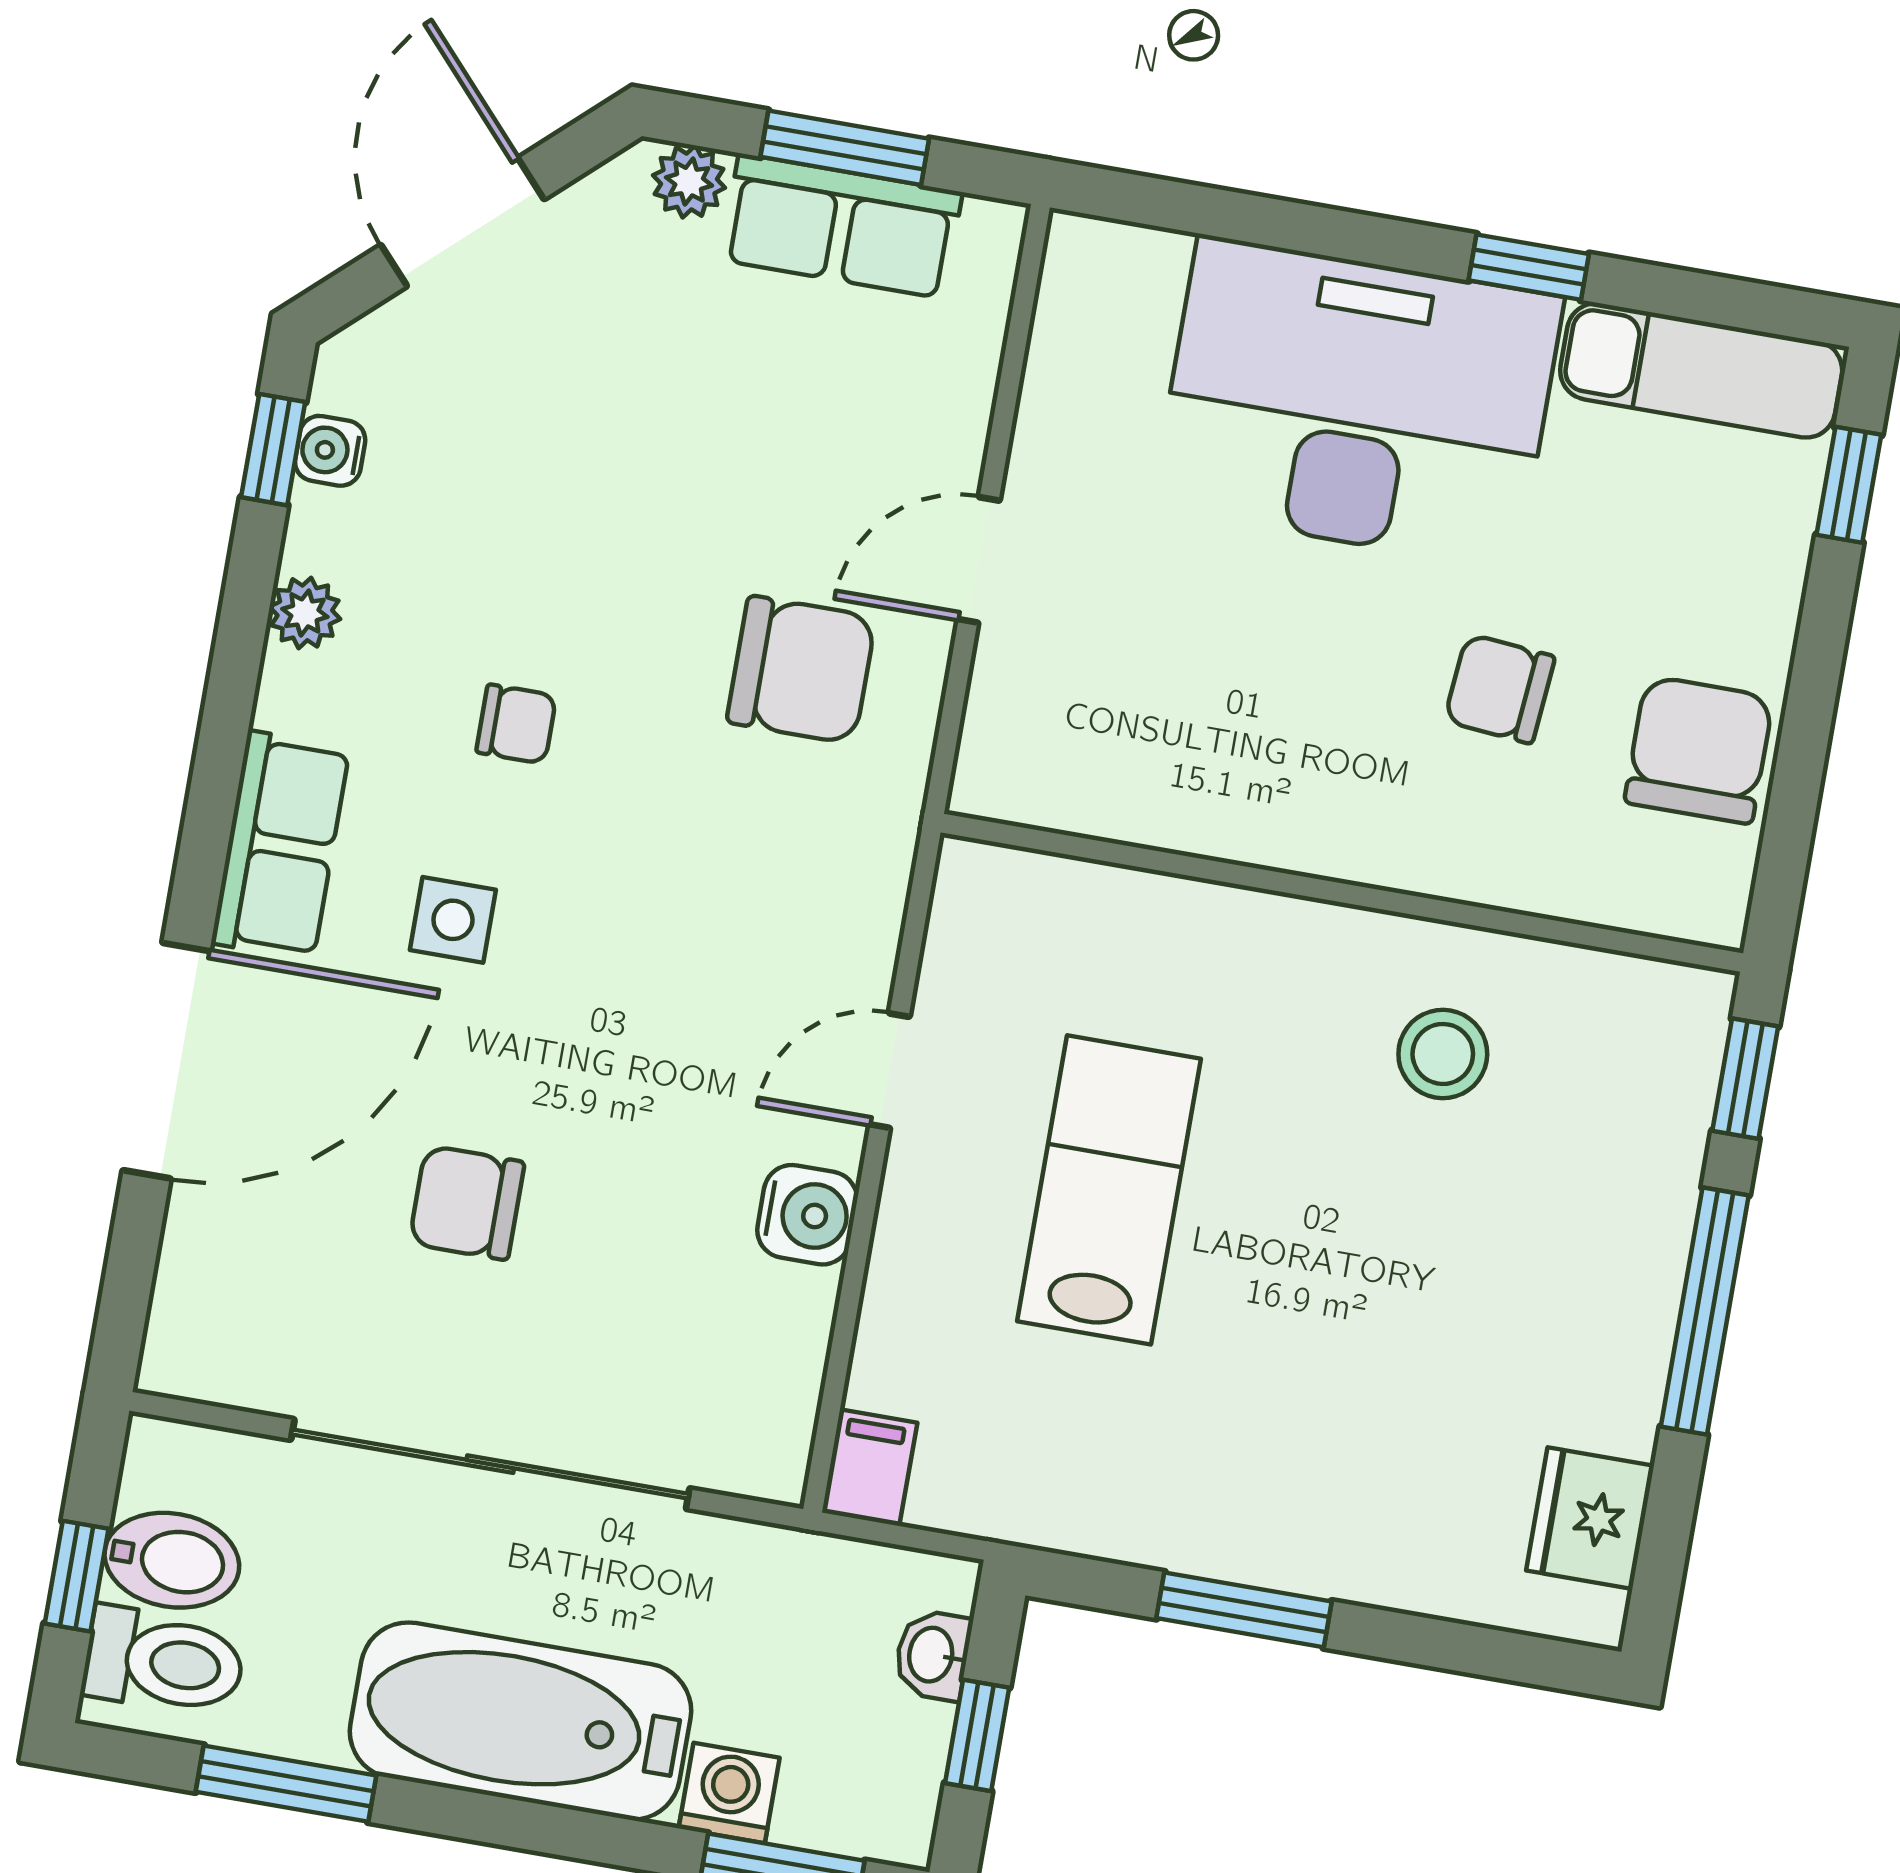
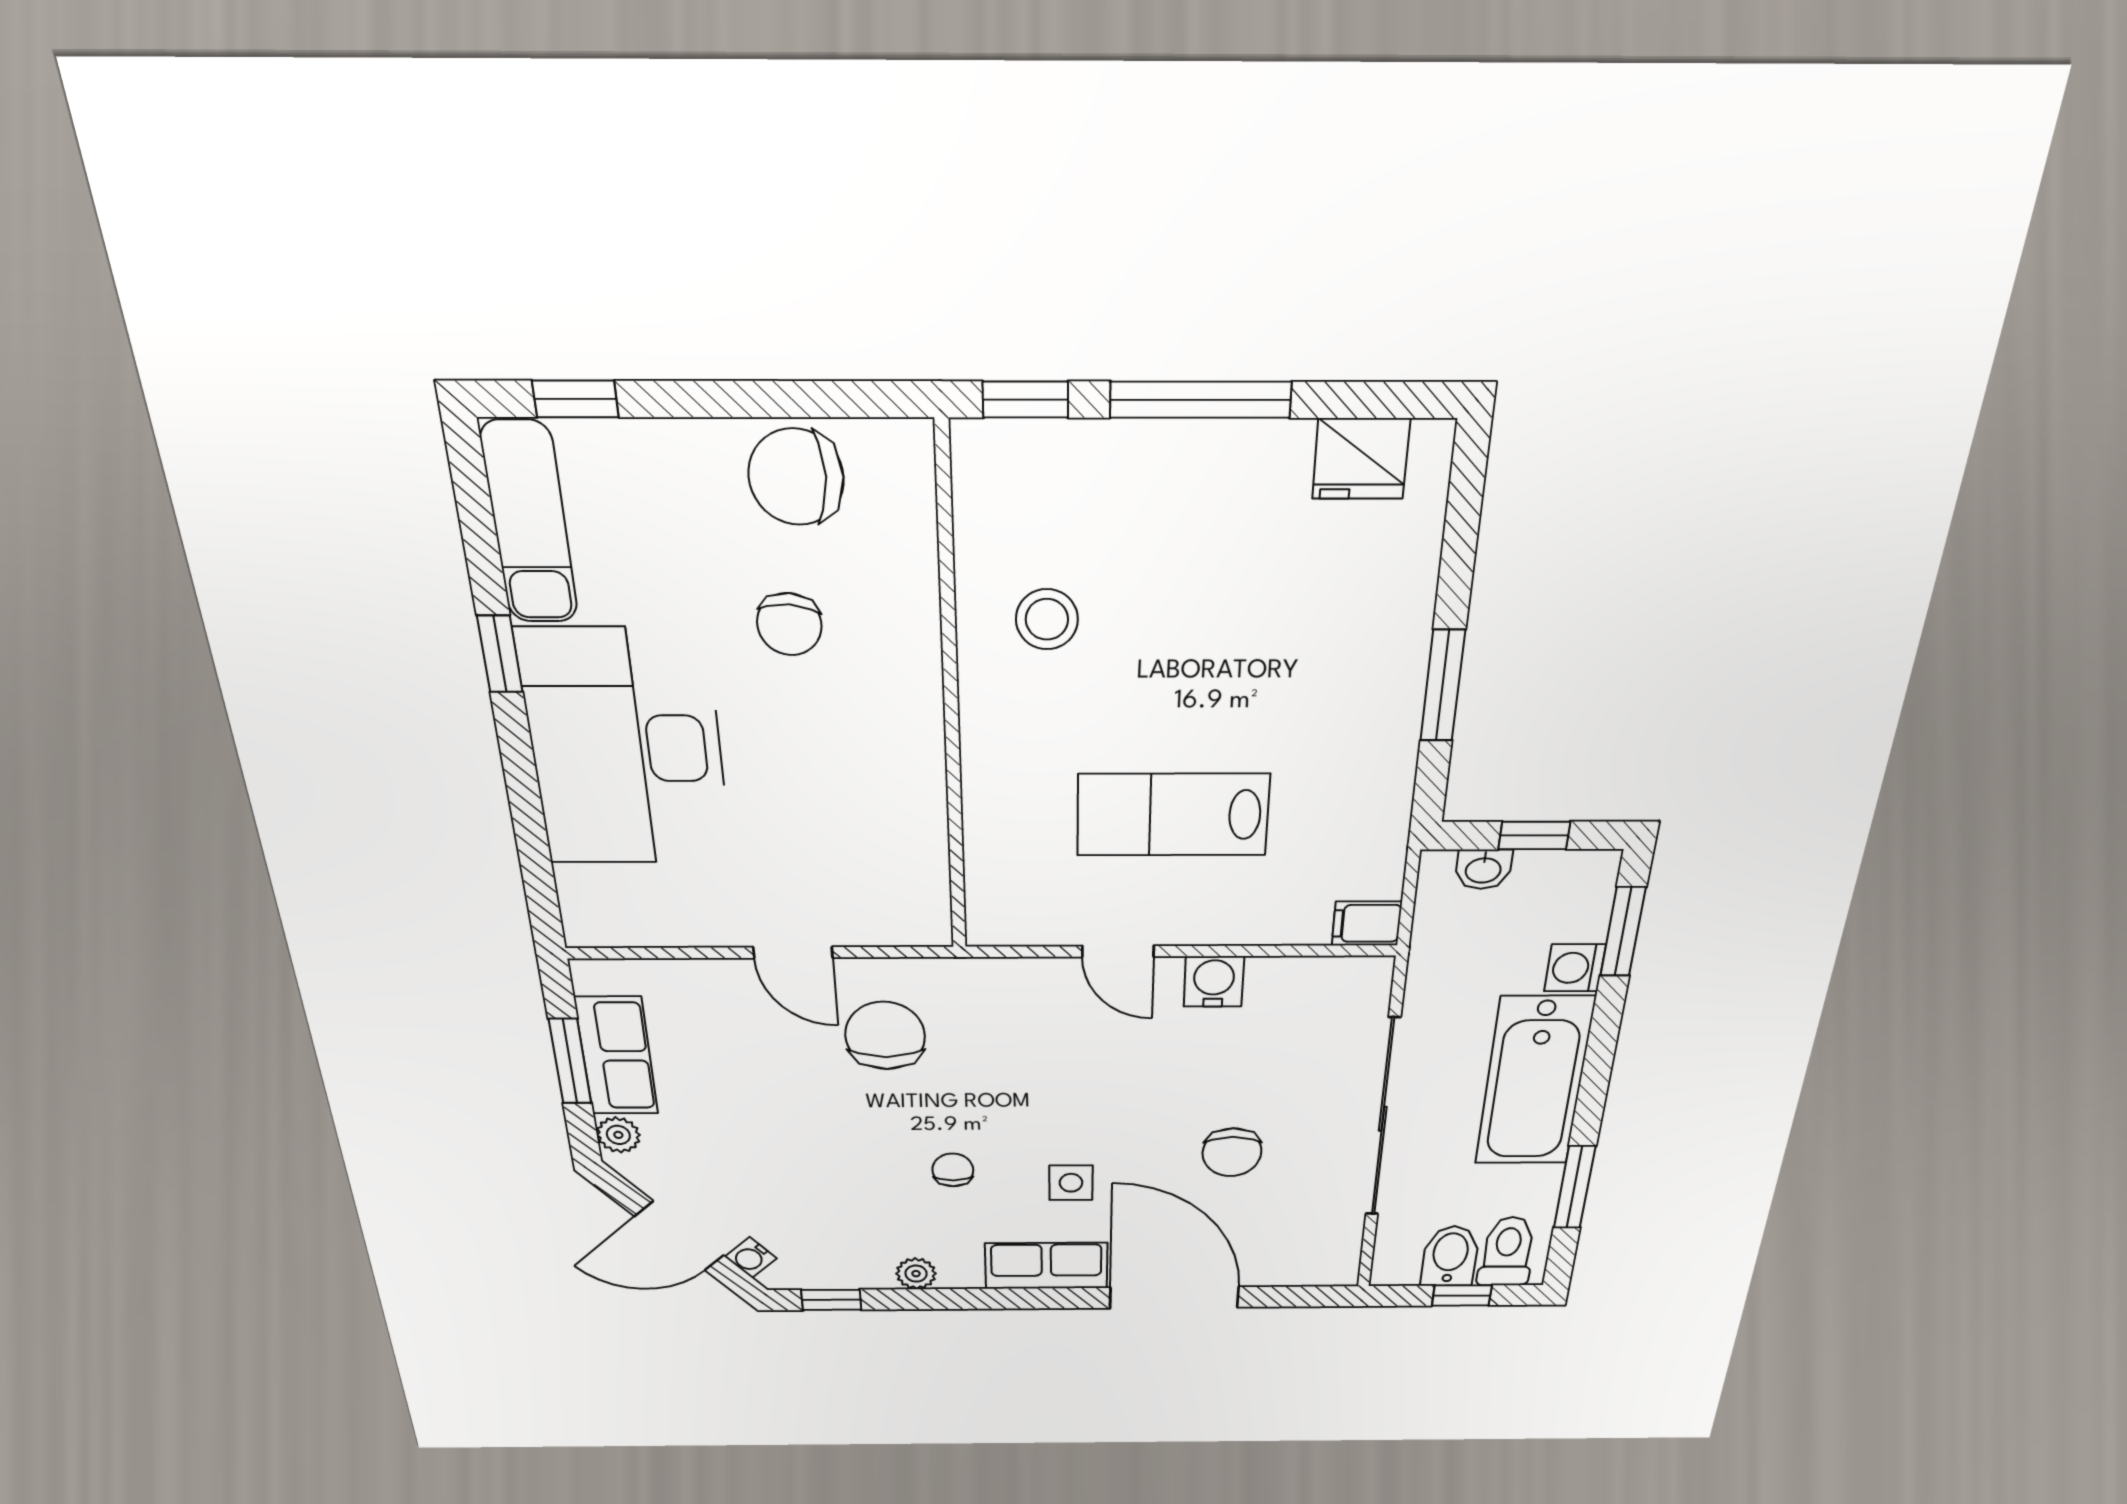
water cooler: (330, 451) -> (751, 1258), moved, turned 48

